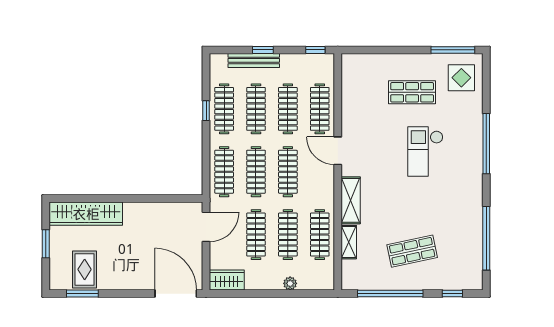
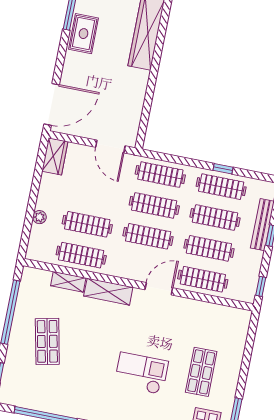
clothes rail: (256, 235) -> (93, 193), removed
rug: (85, 269) -> (84, 34), moved, turned 90

